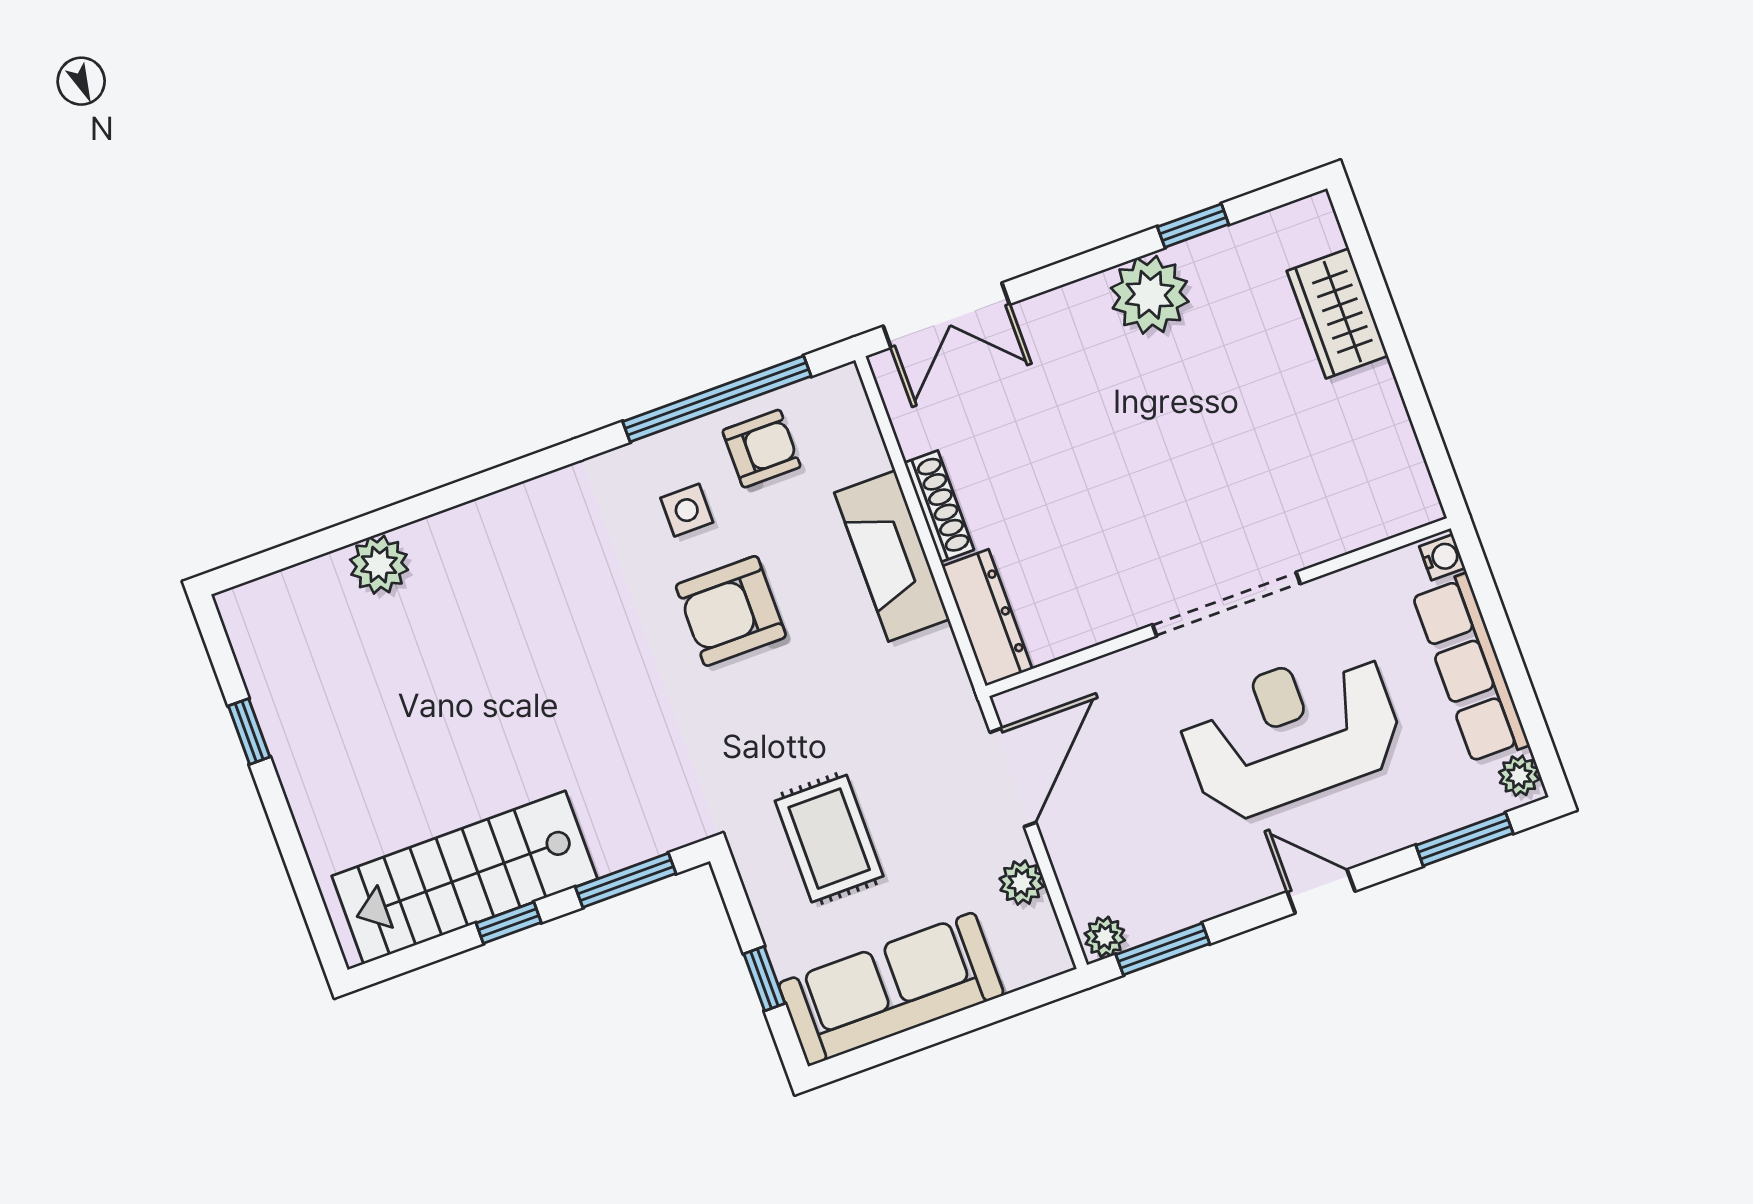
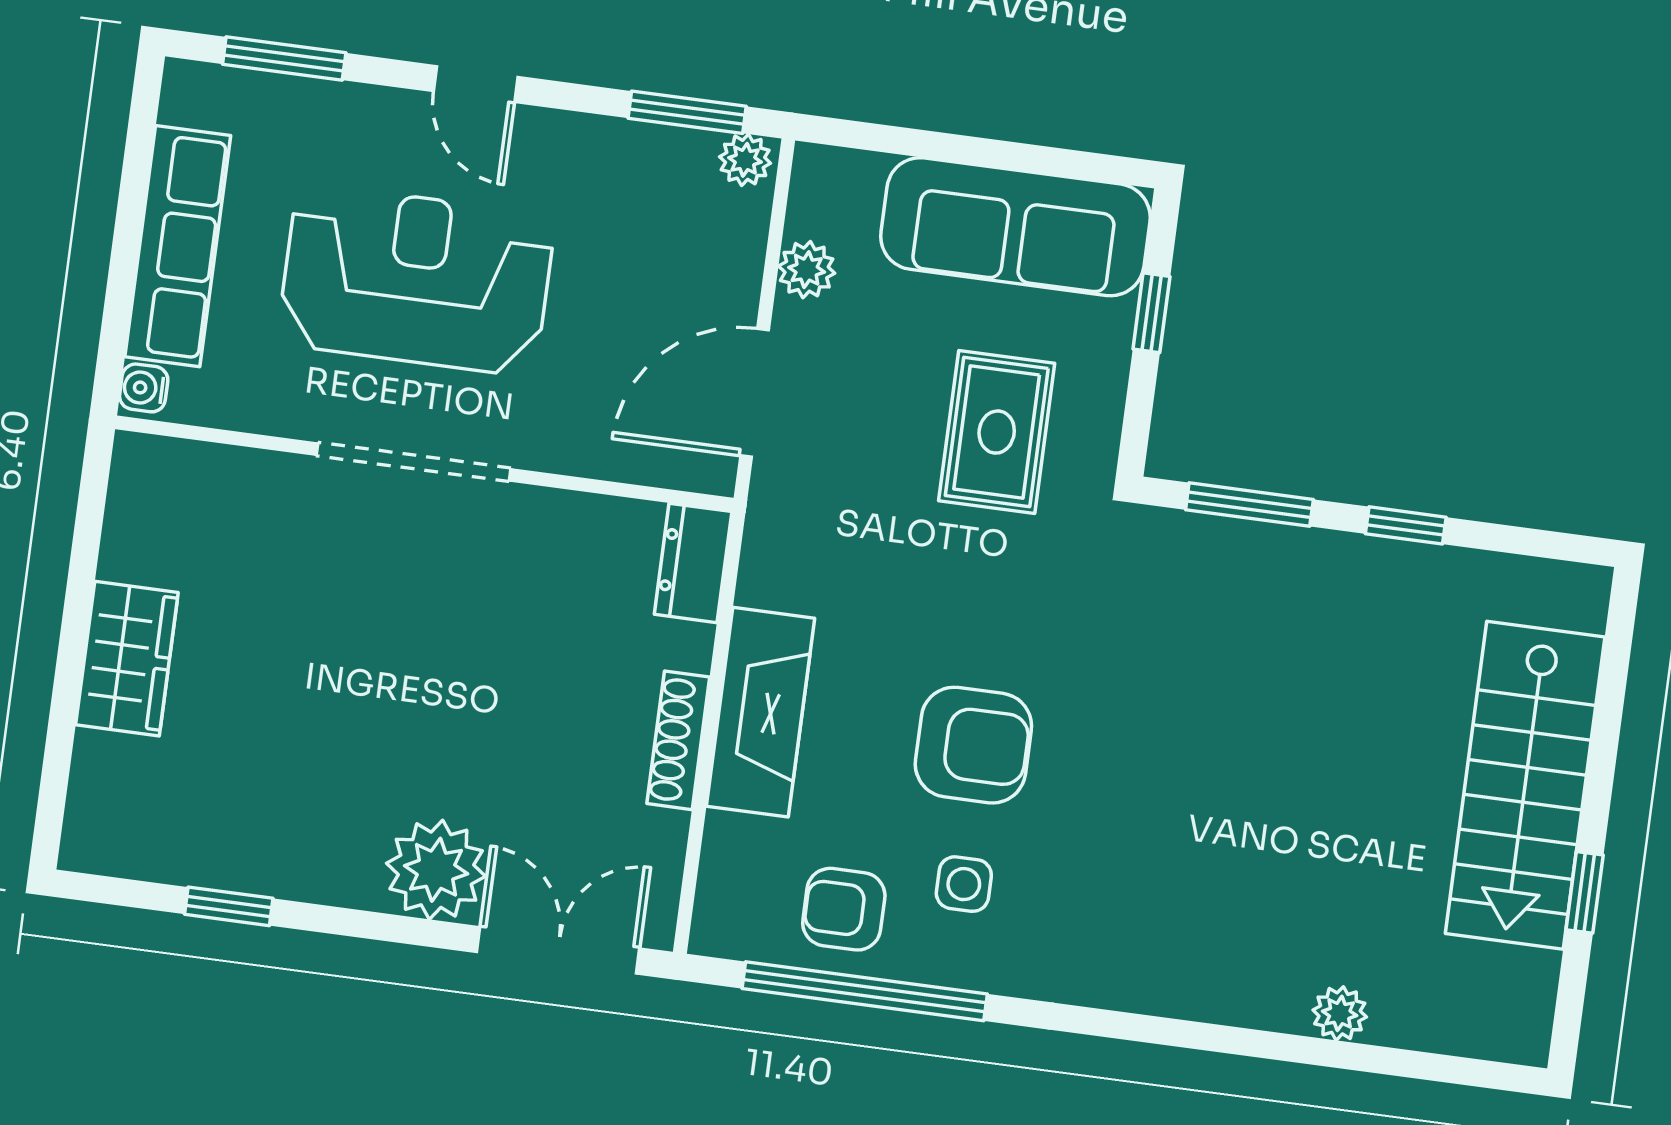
plant: (1150, 295) -> (436, 870), moved
wardrobe: (1337, 313) -> (127, 659), moved
plant: (379, 565) -> (1340, 1013), width x0.73, depth x0.73
dresser: (987, 618) -> (693, 563), width x0.70
reception desk: (1291, 733) -> (416, 280), turned 180
plant: (1519, 776) -> (186, 98), removed
stairs: (465, 877) -> (1525, 785), moved, turned 90

